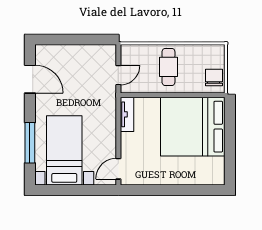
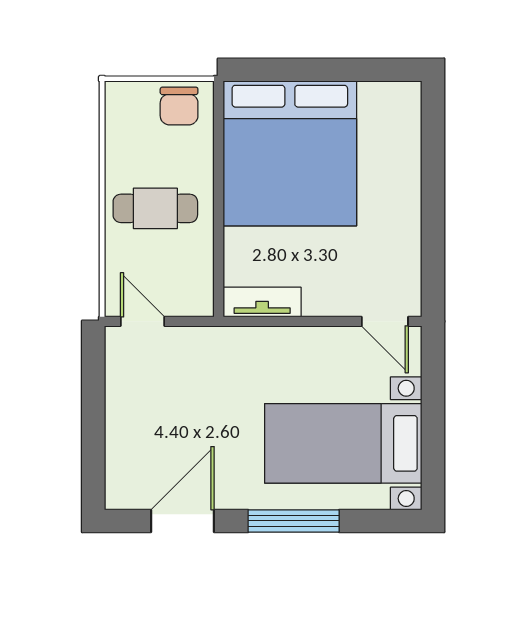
door: (118, 75) -> (143, 321), moved
chair: (214, 78) -> (179, 106), turned -90
window: (30, 143) -> (294, 521), moved

